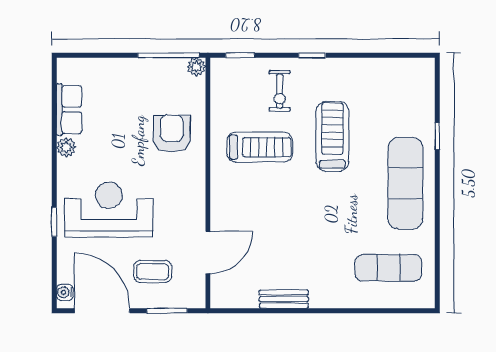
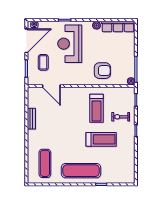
row of seats: (69, 110) -> (118, 27), width x1.48
reception desk: (109, 210) -> (70, 44), turned 180

